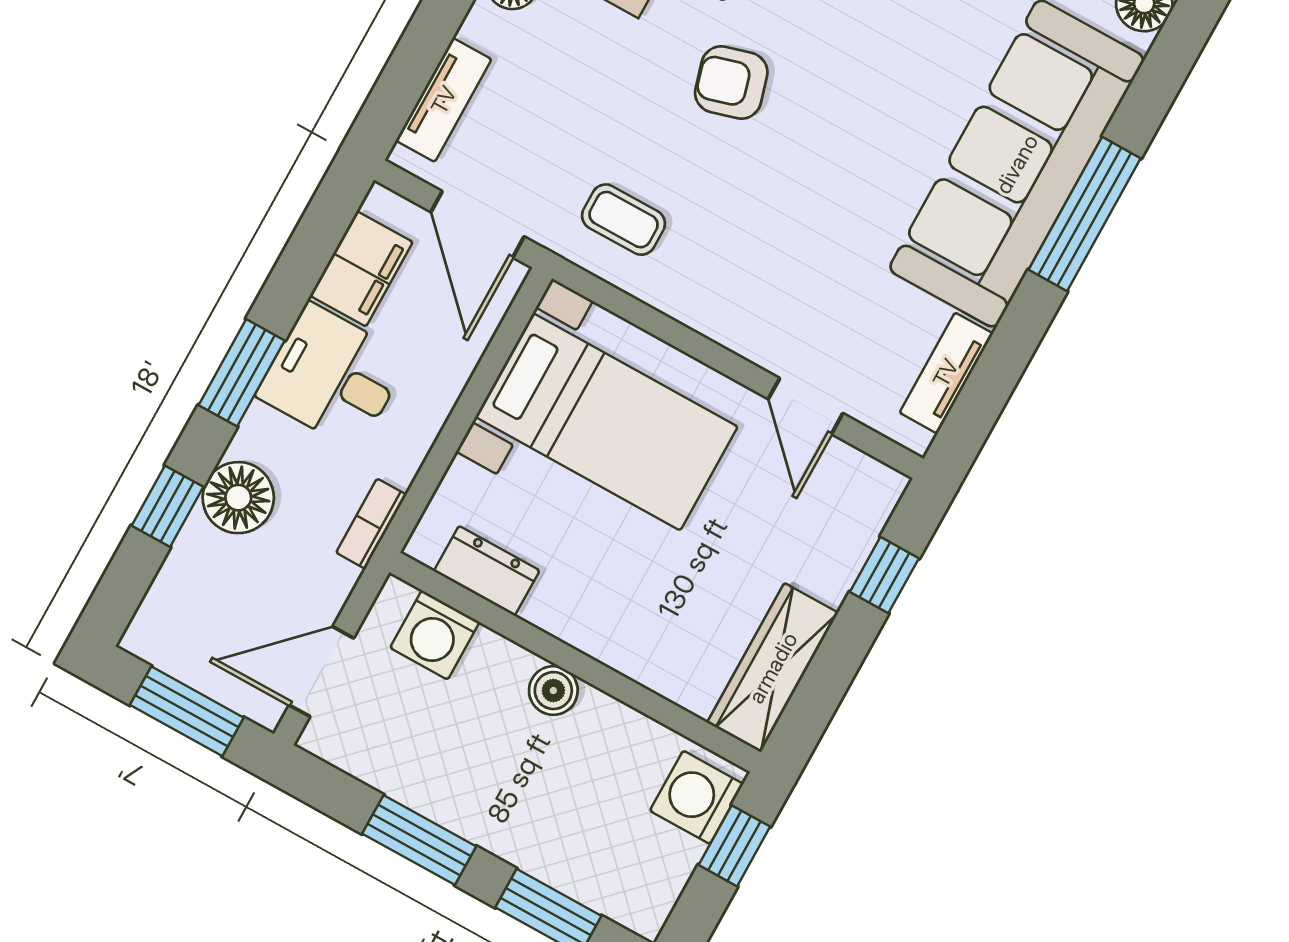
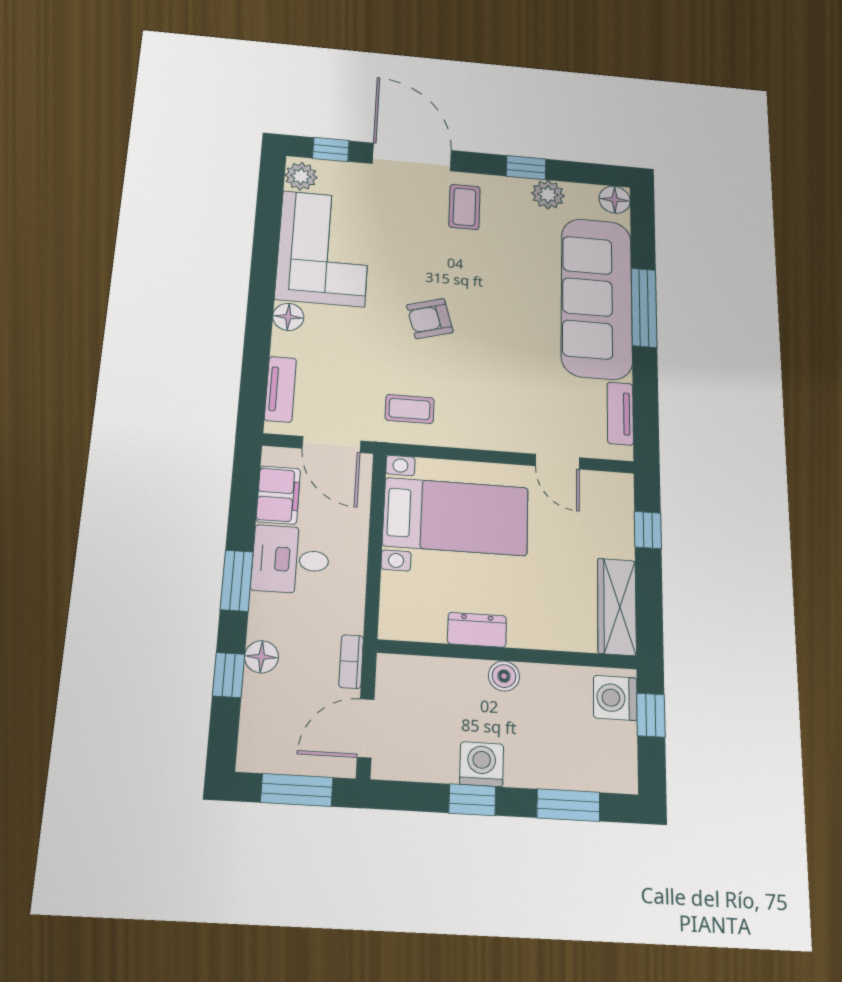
floor lamp: (238, 498) -> (261, 657), width x0.73, depth x0.73
bookcase: (371, 524) -> (351, 662), moved
dresser: (487, 571) -> (477, 630), moved
washing machine: (435, 635) -> (482, 764), moved, turned 180
window: (419, 840) -> (472, 800), width x0.67

